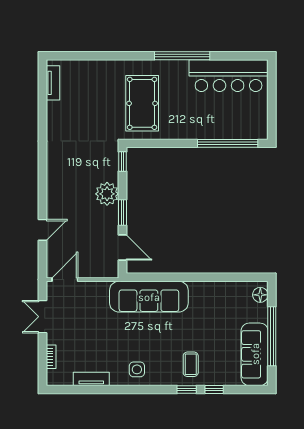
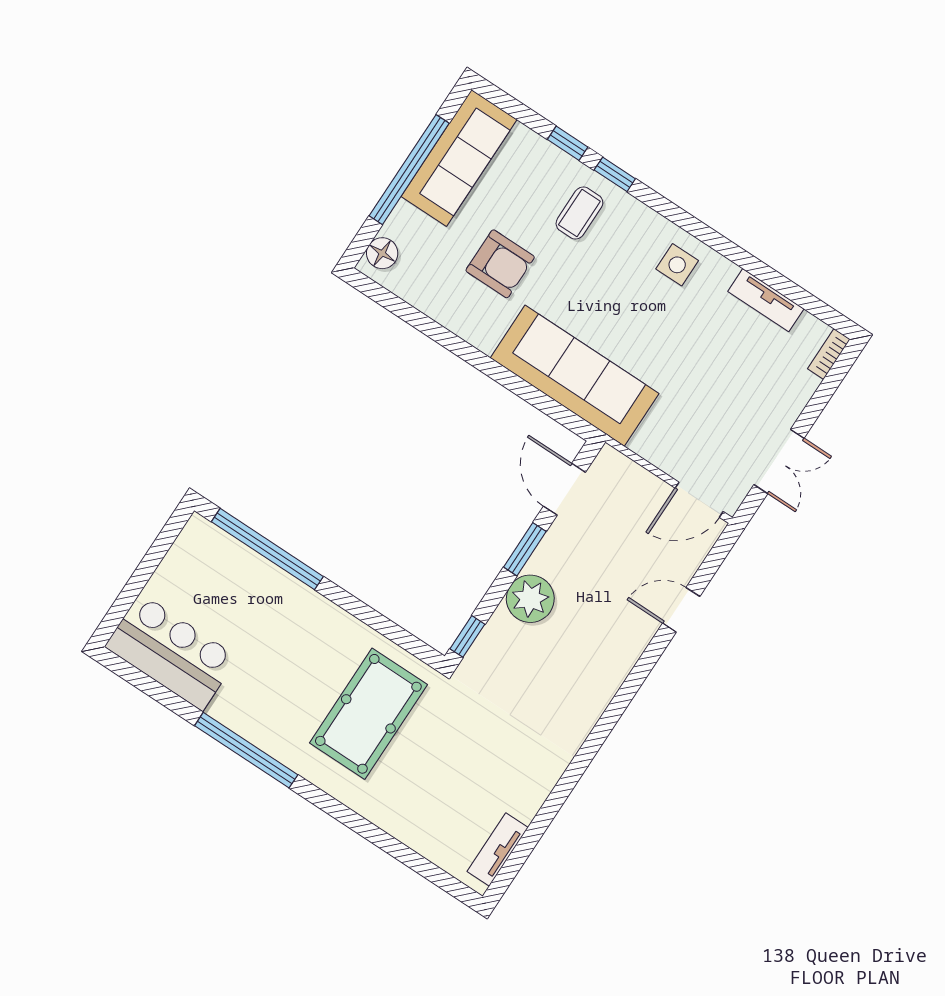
bar counter: (229, 76) -> (171, 652), width x0.73
armchair: (209, 322) -> (500, 264), added
bookcase: (51, 357) -> (829, 354), moved

